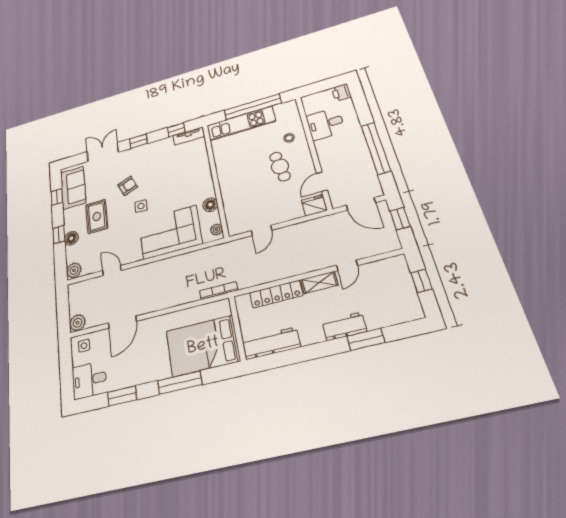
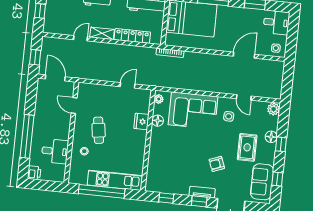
tv unit: (189, 136) -> (202, 192), moved
window: (376, 148) -> (27, 136), moved
door: (322, 182) -> (74, 106), swing flipped
fridge: (314, 205) -> (141, 121), moved, turned 90
side table: (141, 206) -> (229, 116), moved
plant: (77, 323) -> (278, 67), removed

